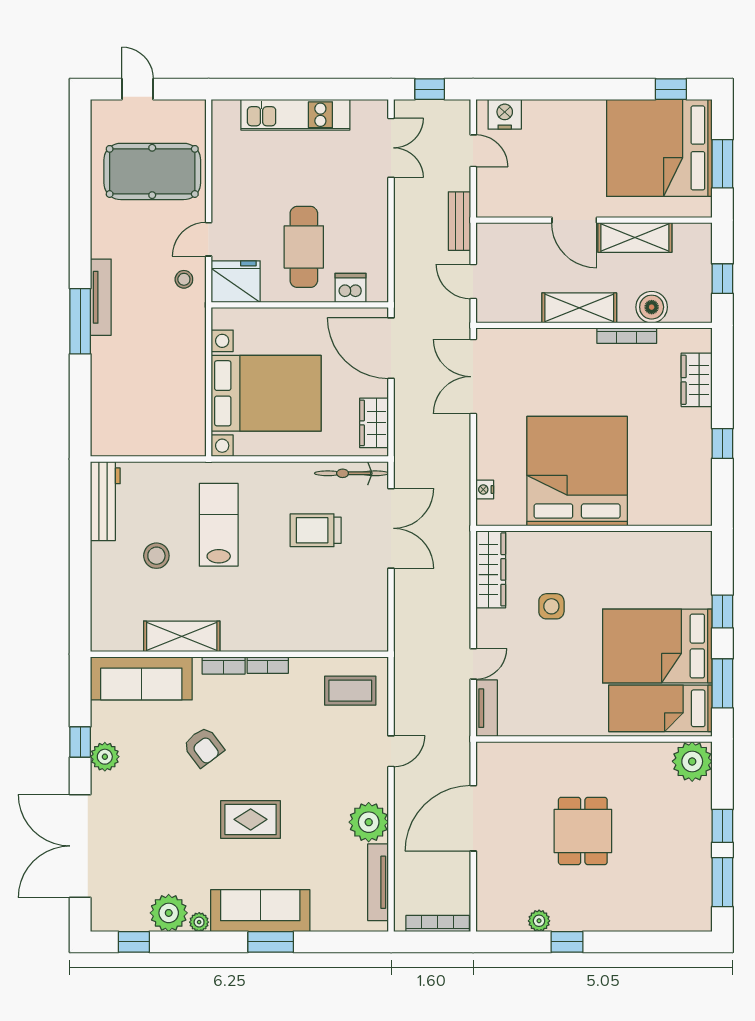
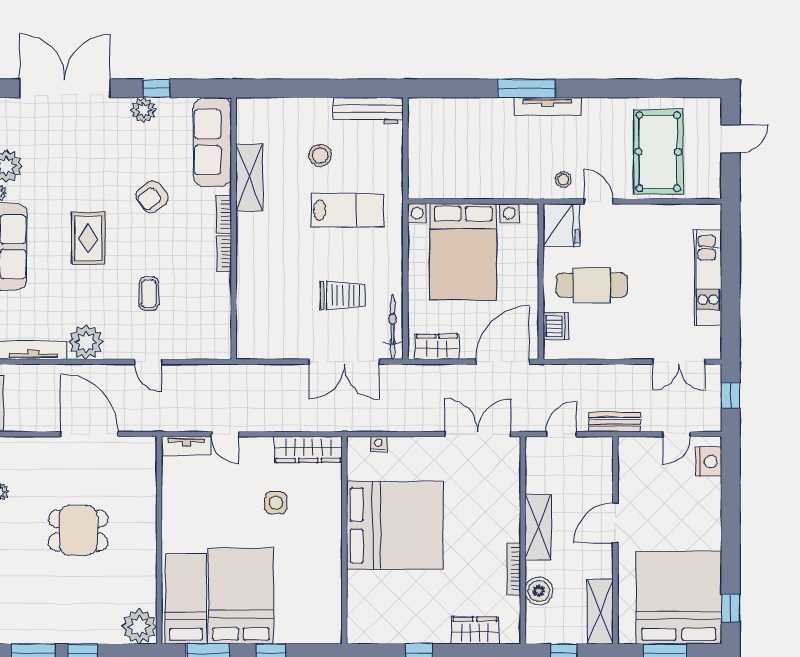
shelving: (635, 237) -> (600, 612), moved
trolley: (316, 530) -> (343, 295), turned 90
coffee table: (350, 691) -> (149, 294), moved, width x0.73, depth x0.77

